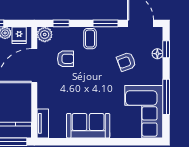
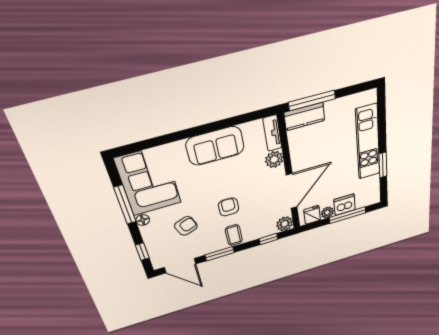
floor lamp: (157, 54) -> (143, 220), moved
armchair: (66, 59) -> (229, 207), moved, turned 90
plant: (45, 100) -> (274, 159), added

